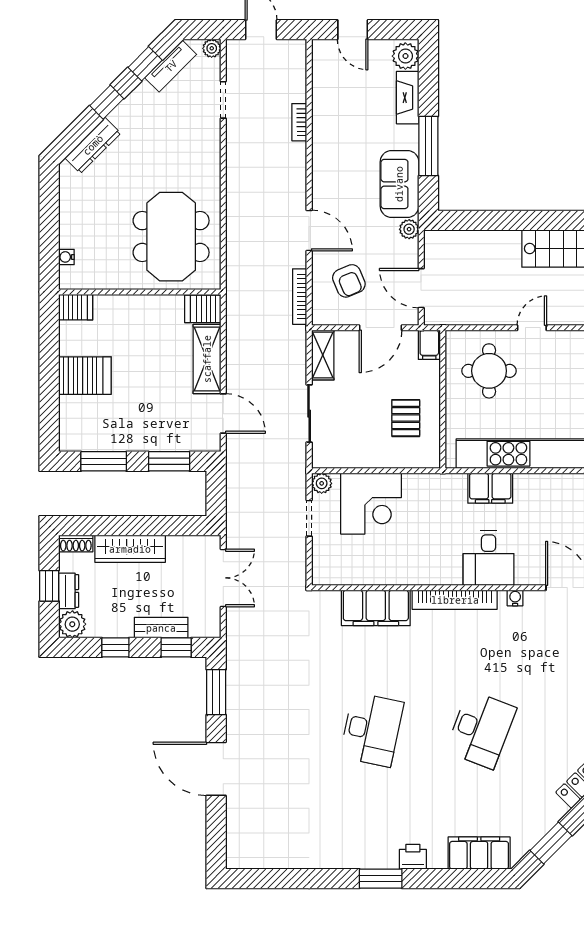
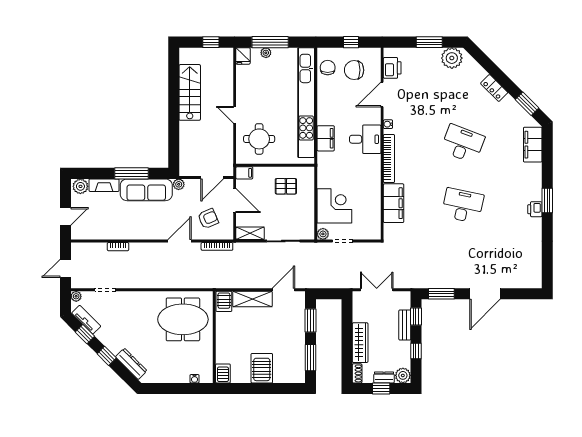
sofa: (399, 184) -> (146, 190), width x1.36
printer: (413, 857) -> (535, 209), moved

